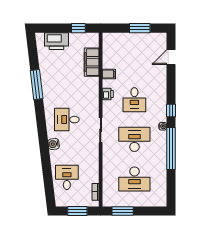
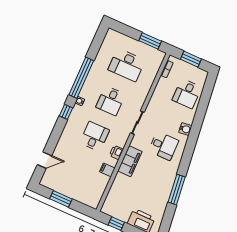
filing cabinet: (92, 62) -> (130, 161), moved
desk: (134, 139) -> (111, 101), width x0.73
desk: (134, 179) -> (127, 65), turned 180

